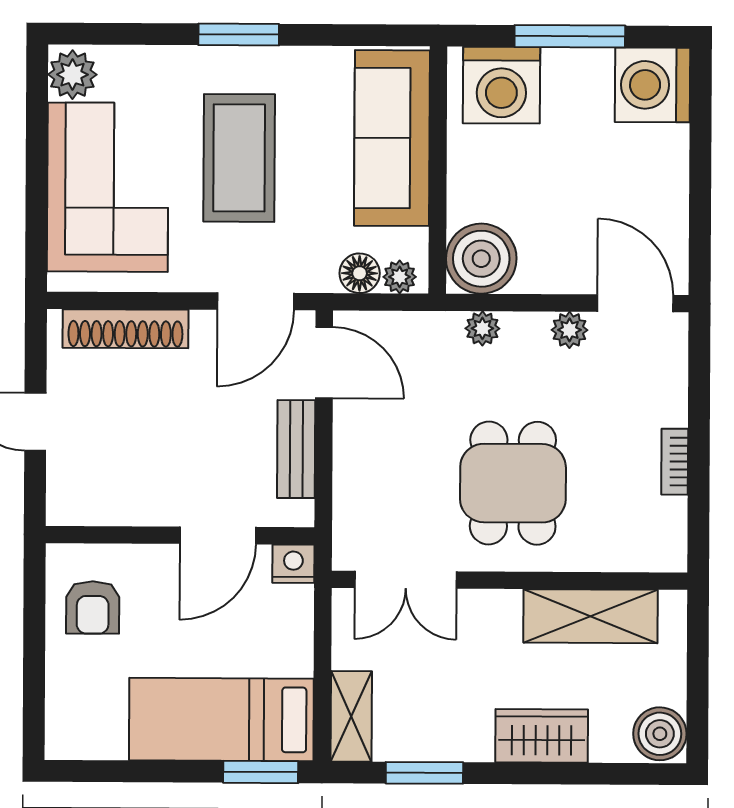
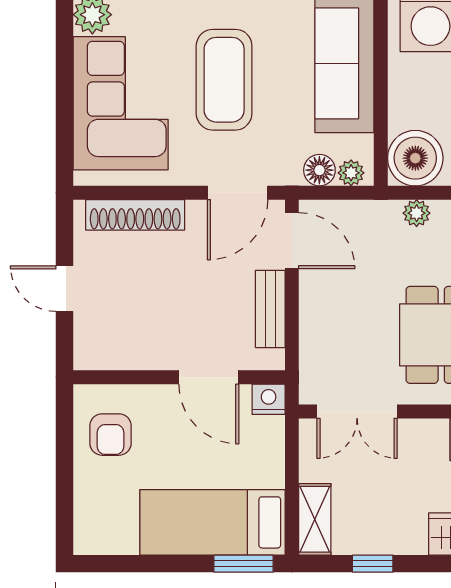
door: (218, 535) -> (209, 377), hinge flipped
window: (424, 773) -> (373, 564), width x0.67

